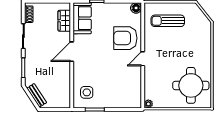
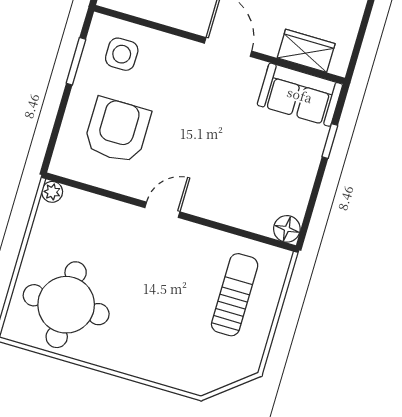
armchair: (125, 38) -> (117, 130), moved
door: (143, 59) -> (162, 210), hinge flipped

